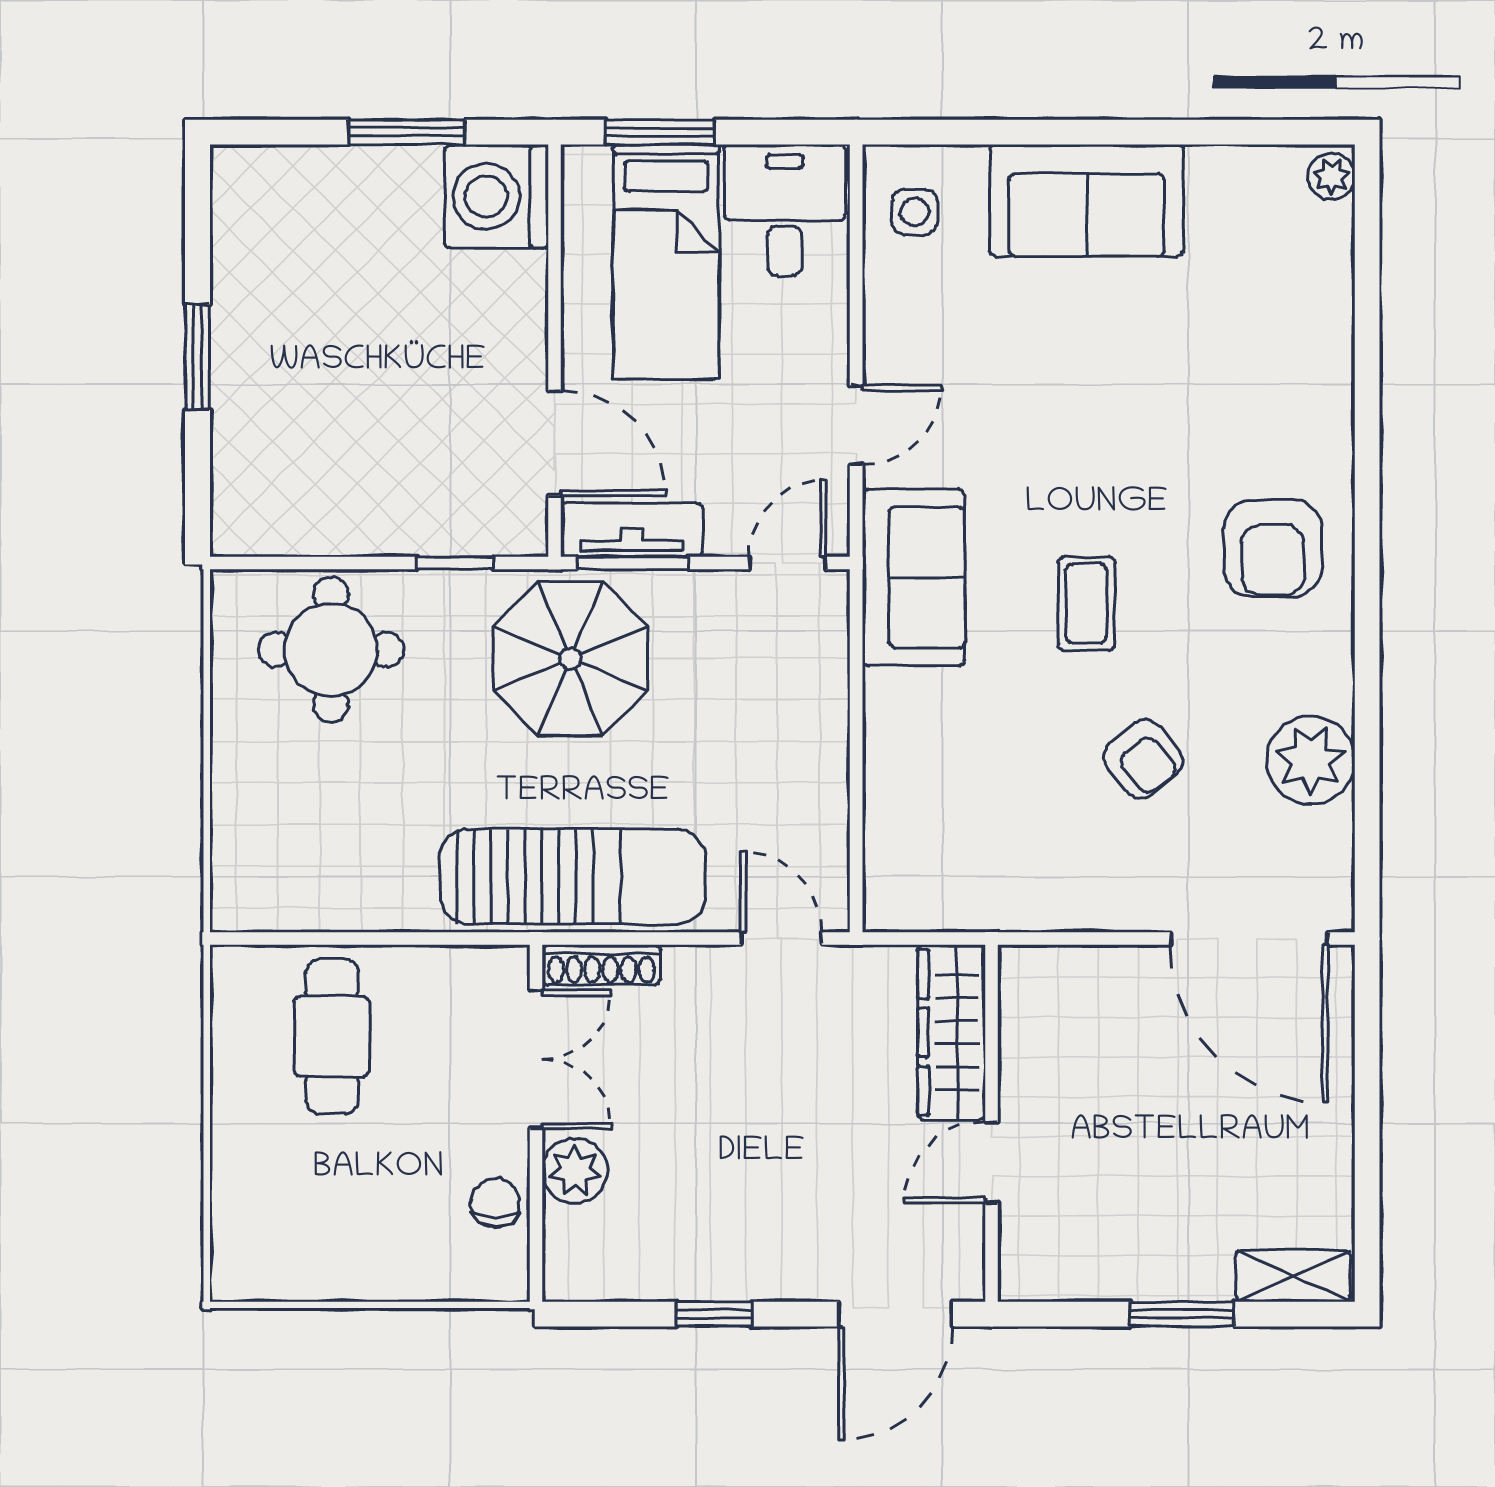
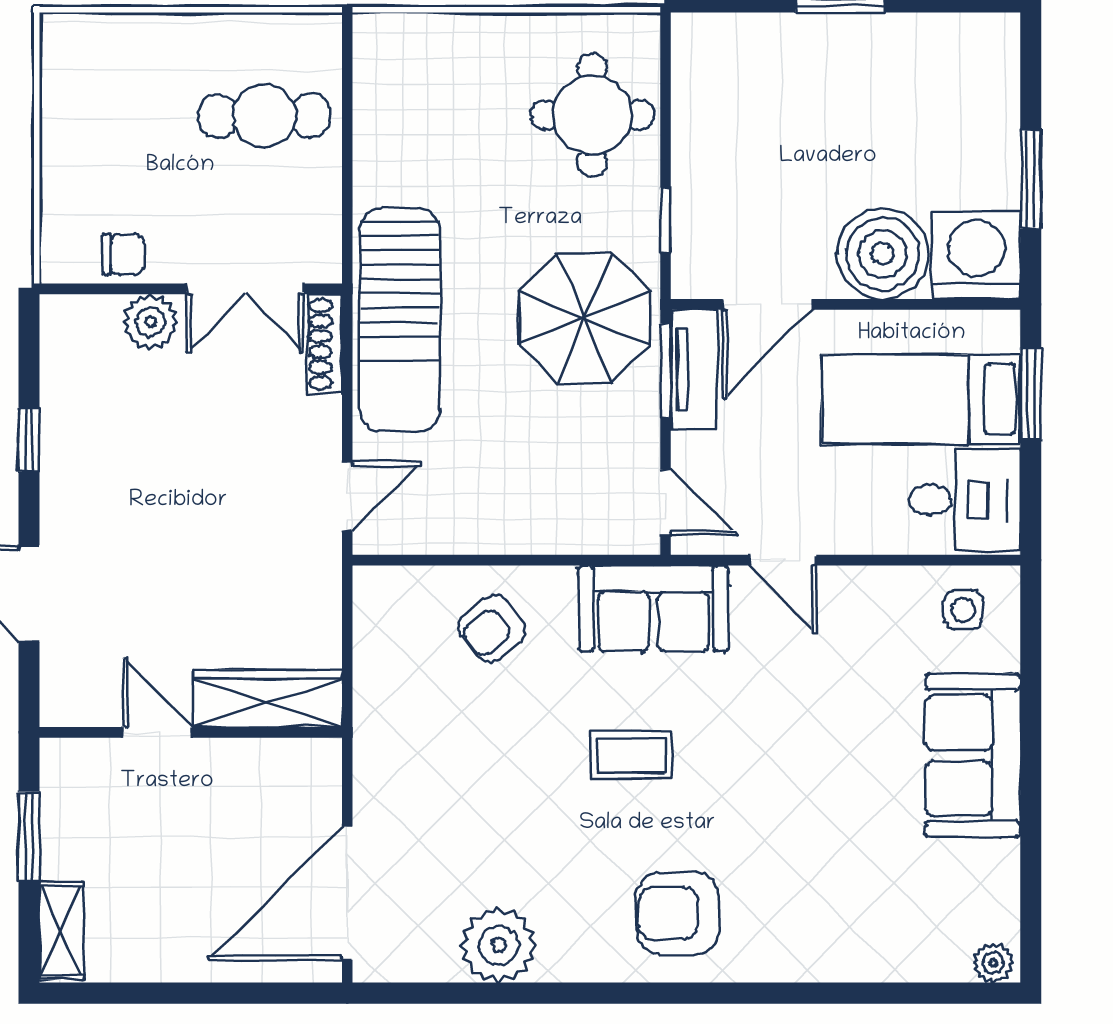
boiler: (495, 307) -> (883, 254), added
armchair: (1143, 759) -> (492, 628), moved
wardrobe: (952, 1032) -> (268, 698), moved
wall: (992, 1123) -> (191, 732), moved
door: (992, 1163) -> (157, 732), moved

